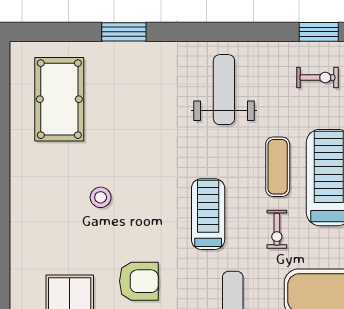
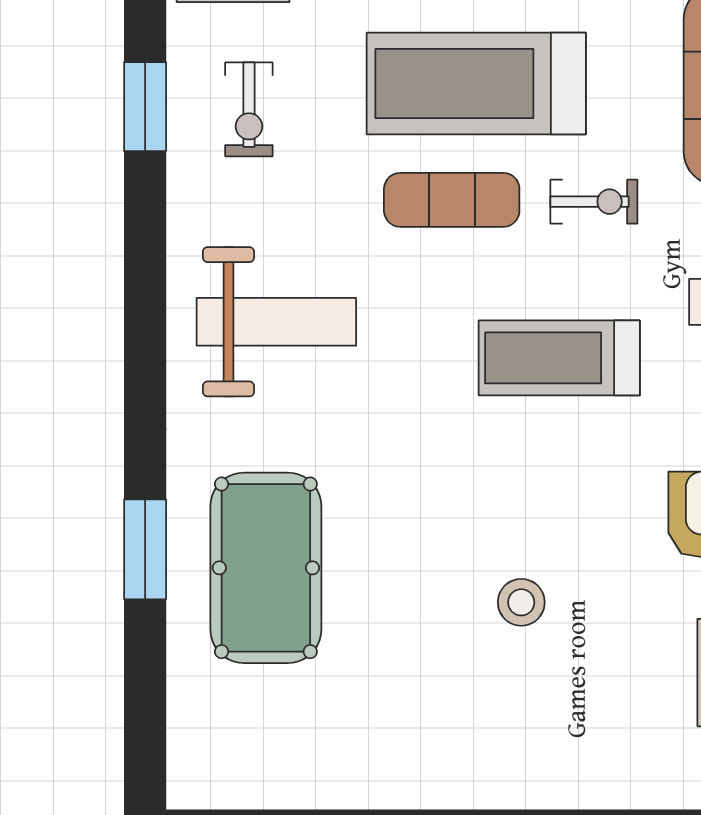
exercise bike: (317, 78) -> (249, 109), turned 180
weight bench: (224, 90) -> (276, 322), turned 180
pool table: (59, 99) -> (266, 568), moved, turned 90

